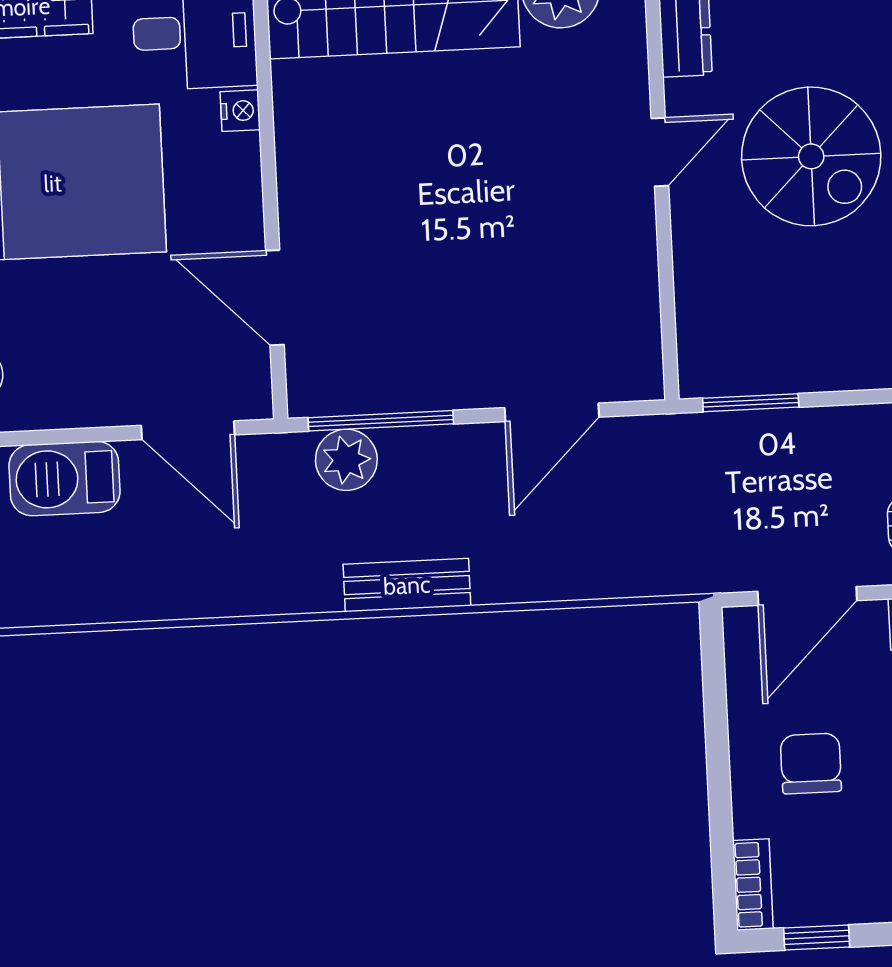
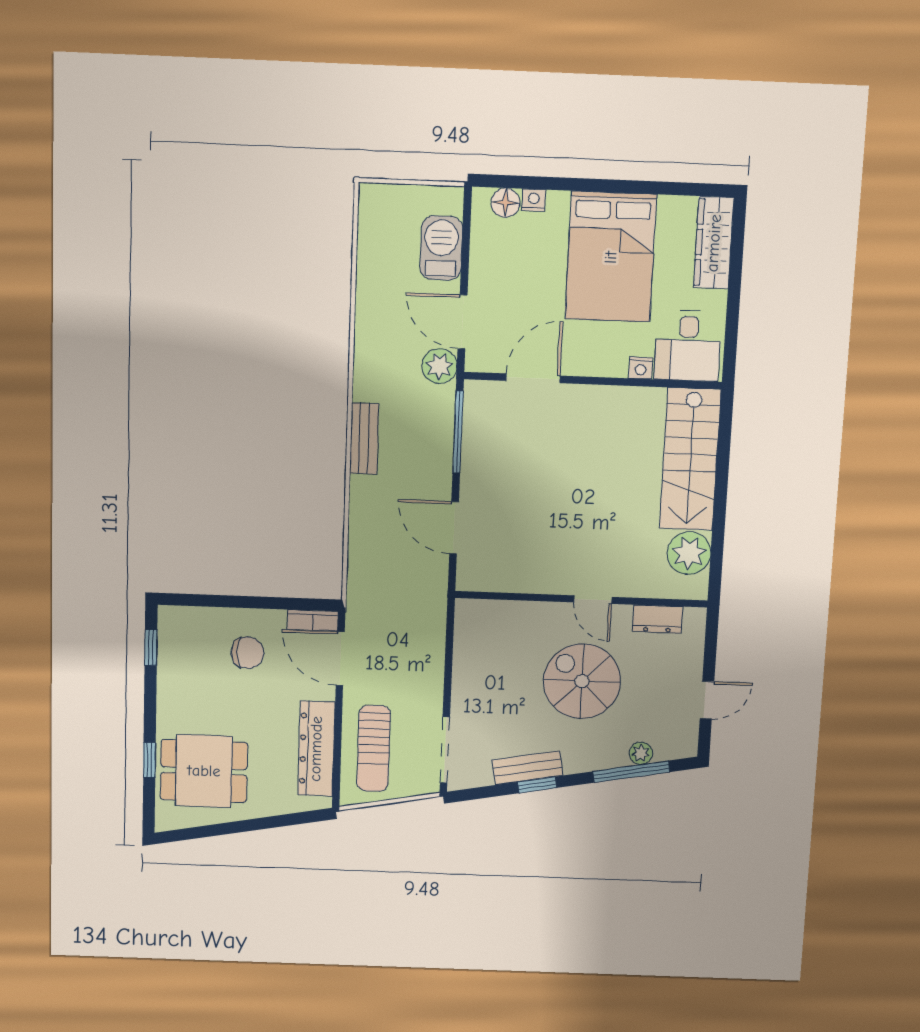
spiral stairs: (811, 156) -> (582, 681), turned 90
window: (751, 403) -> (450, 637), removed
door: (188, 430) -> (463, 322), hinge flipped
plant: (346, 460) -> (439, 366), moved
bookcase: (753, 885) -> (313, 620), moved

